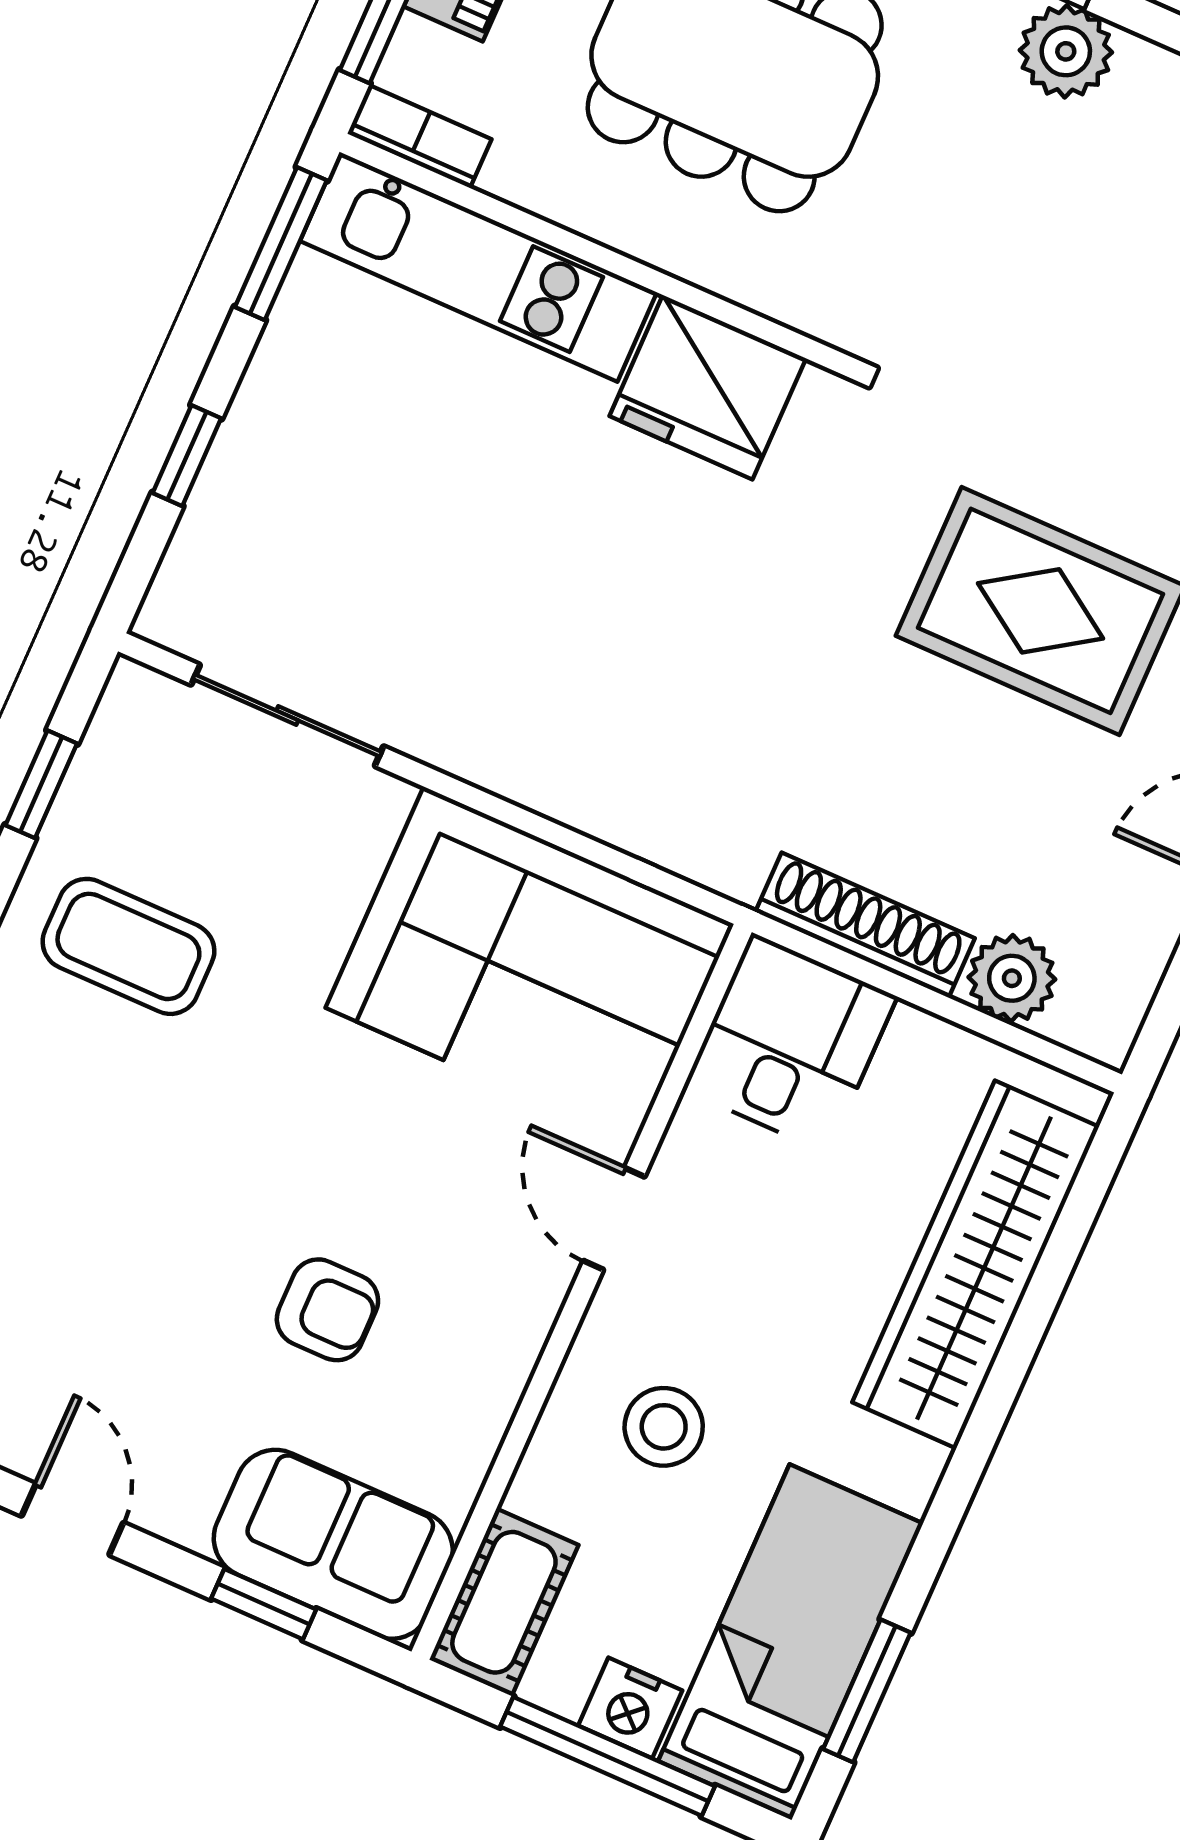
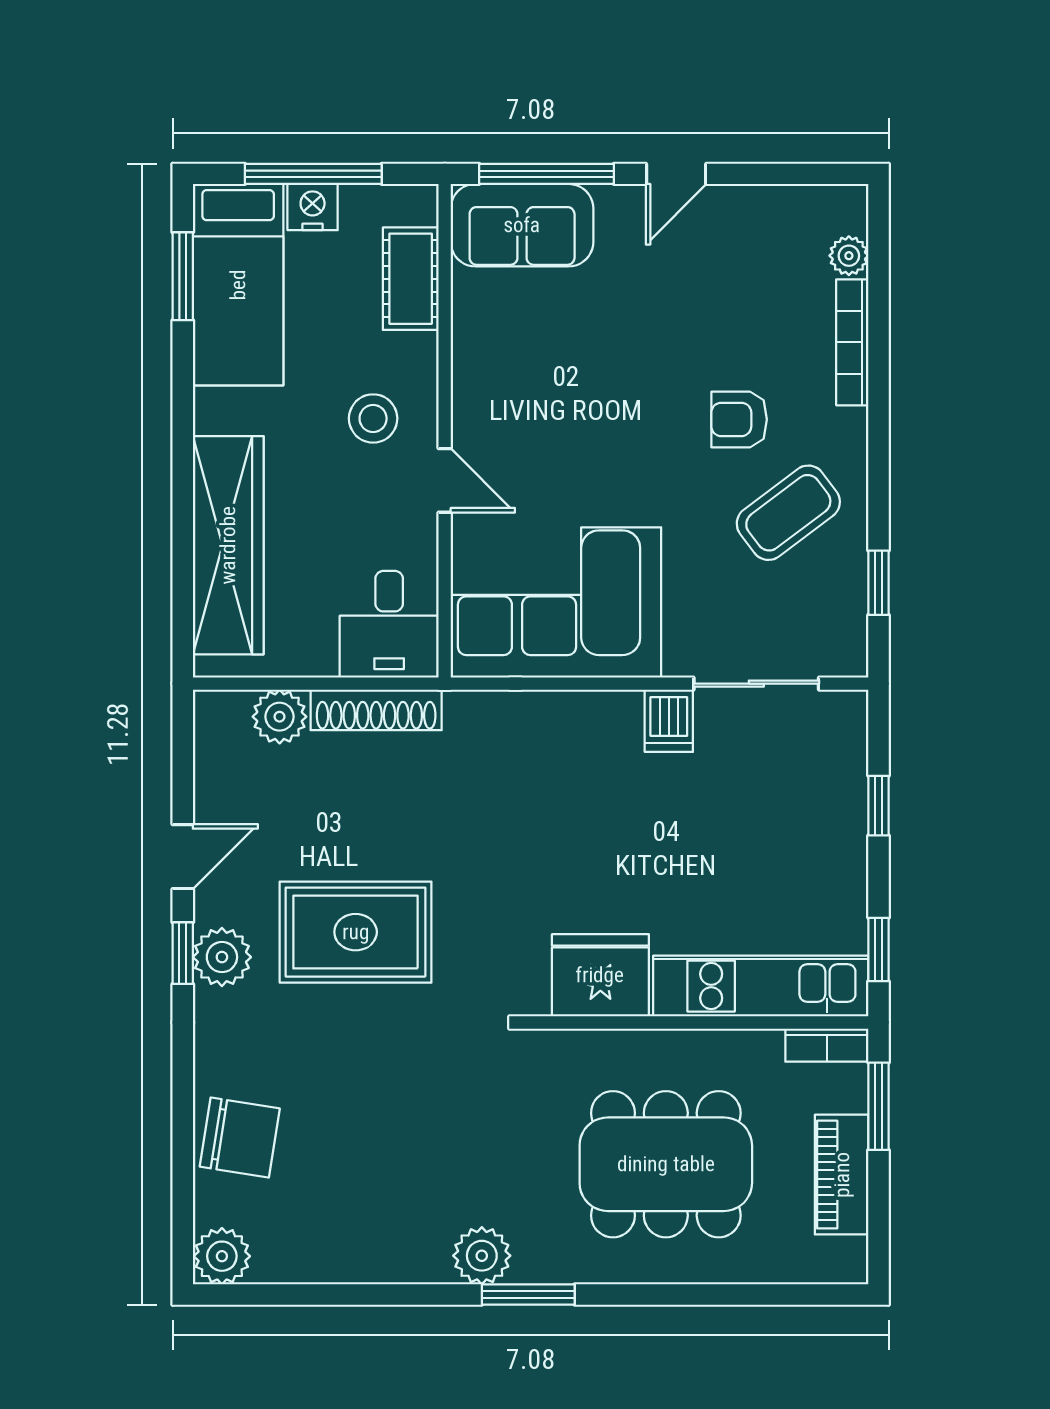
window: (281, 244) -> (879, 950), width x0.67
dishwasher: (441, 718) -> (669, 721), added
coffee table: (128, 946) -> (788, 513), turned -37
armchair: (327, 1310) -> (739, 419), moved
stool: (664, 1427) -> (373, 418), moved
door: (73, 1519) -> (676, 174), hinge flipped
cot: (504, 1602) -> (411, 279), moved
window: (264, 1604) -> (547, 174), width x2.17

